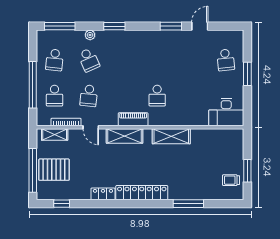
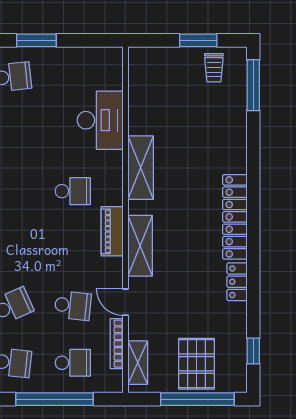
desk: (226, 112) -> (100, 120), moved
door: (91, 127) -> (125, 302), swing flipped
window: (188, 204) -> (253, 85), moved

